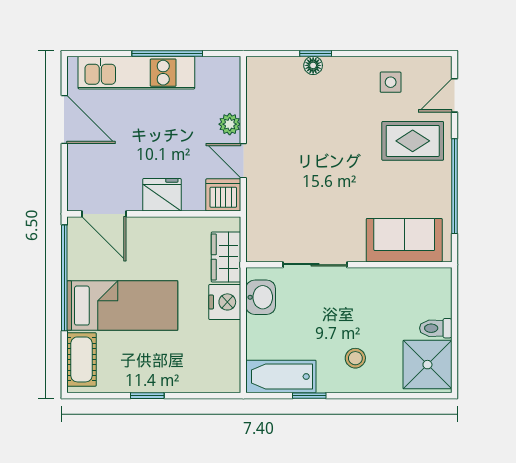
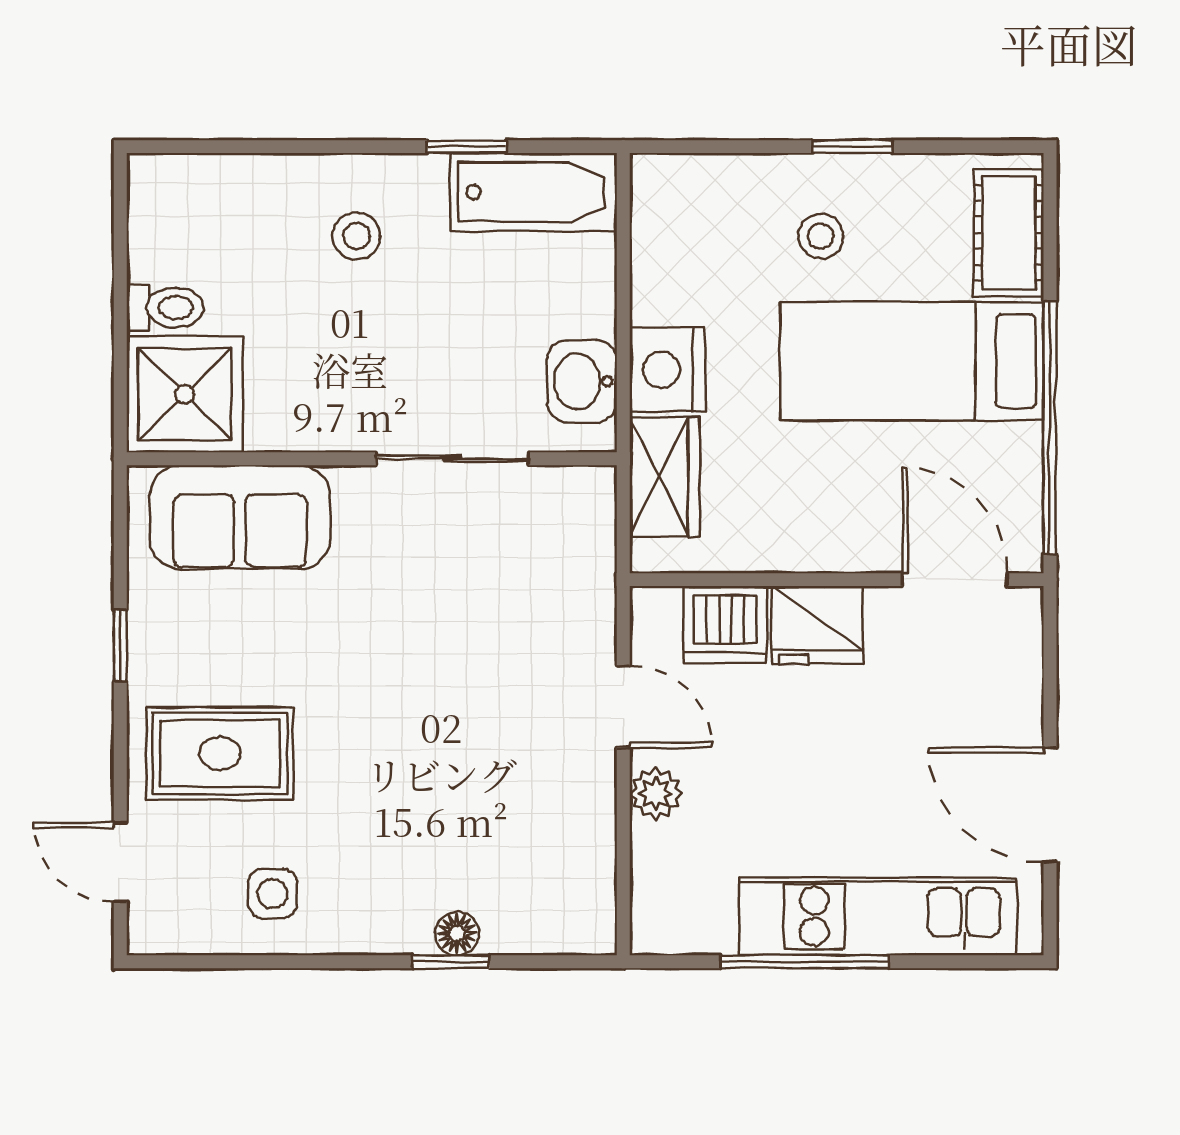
door: (454, 95) -> (120, 862), swing flipped
window: (454, 186) -> (120, 646), width x0.32
dishwasher: (223, 195) -> (725, 625), moved
stool: (160, 358) -> (821, 236), added
shower: (427, 365) -> (185, 394), moved

